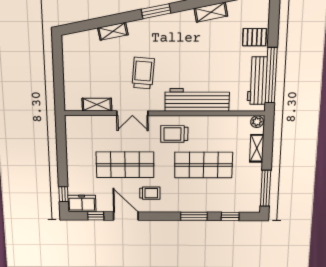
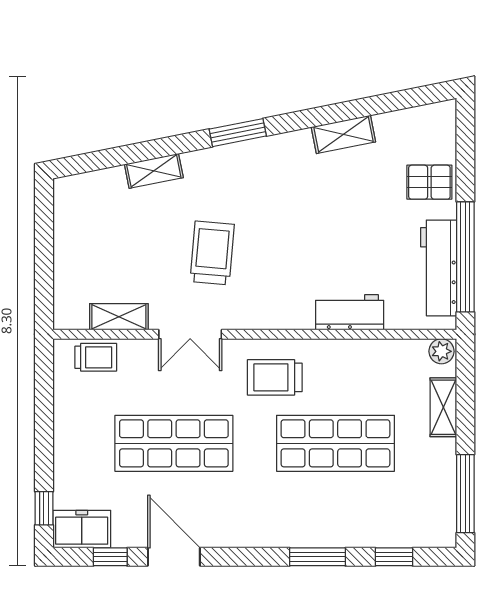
workbench: (197, 100) -> (350, 312), width x0.53, depth x0.76
trolley: (150, 193) -> (96, 357), moved

